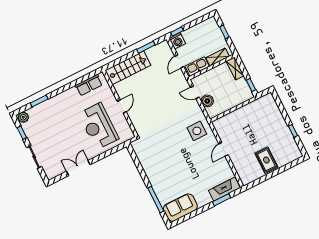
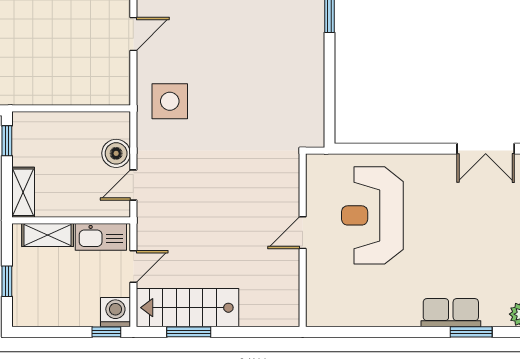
stairs: (128, 68) -> (187, 308), moved
row of seats: (89, 85) -> (451, 313), moved
door: (195, 92) -> (133, 185), swing flipped
reception desk: (99, 126) -> (372, 215), turned 180
double door: (78, 168) -> (486, 149), moved

